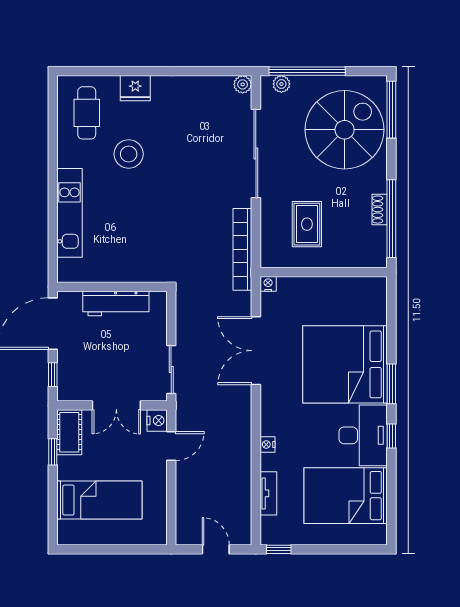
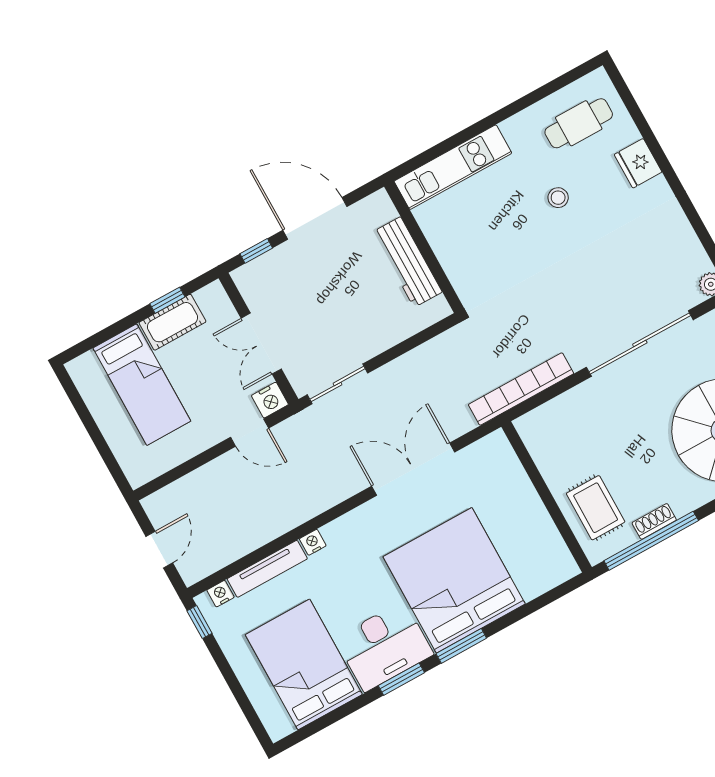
stool: (129, 154) -> (558, 198), width x0.53, depth x0.53
rug: (307, 224) -> (596, 508), moved, turned 90
nightstand: (268, 284) -> (221, 594), moved, turned -90
wall: (112, 287) -> (424, 247), moved
workbench: (116, 304) -> (407, 262), moved
cot: (69, 432) -> (172, 322), moved
window: (391, 436) -> (401, 679), width x1.50
tv unit: (268, 493) -> (267, 569), width x1.41

